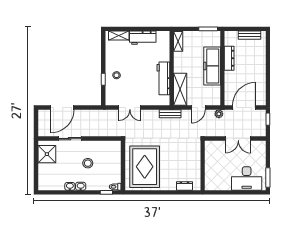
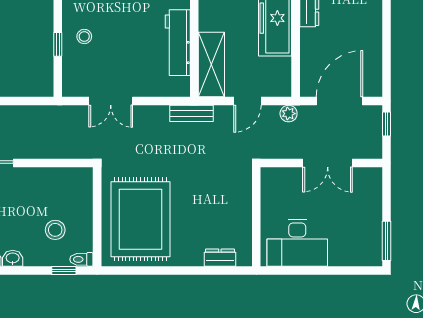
stool: (88, 163) -> (55, 230), moved
desk: (247, 178) -> (297, 243), moved

